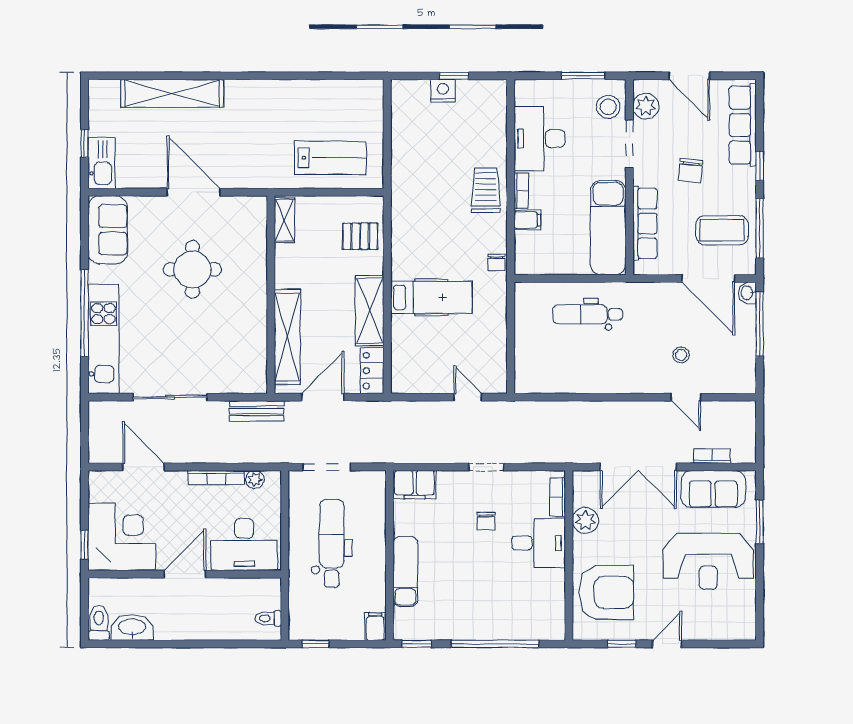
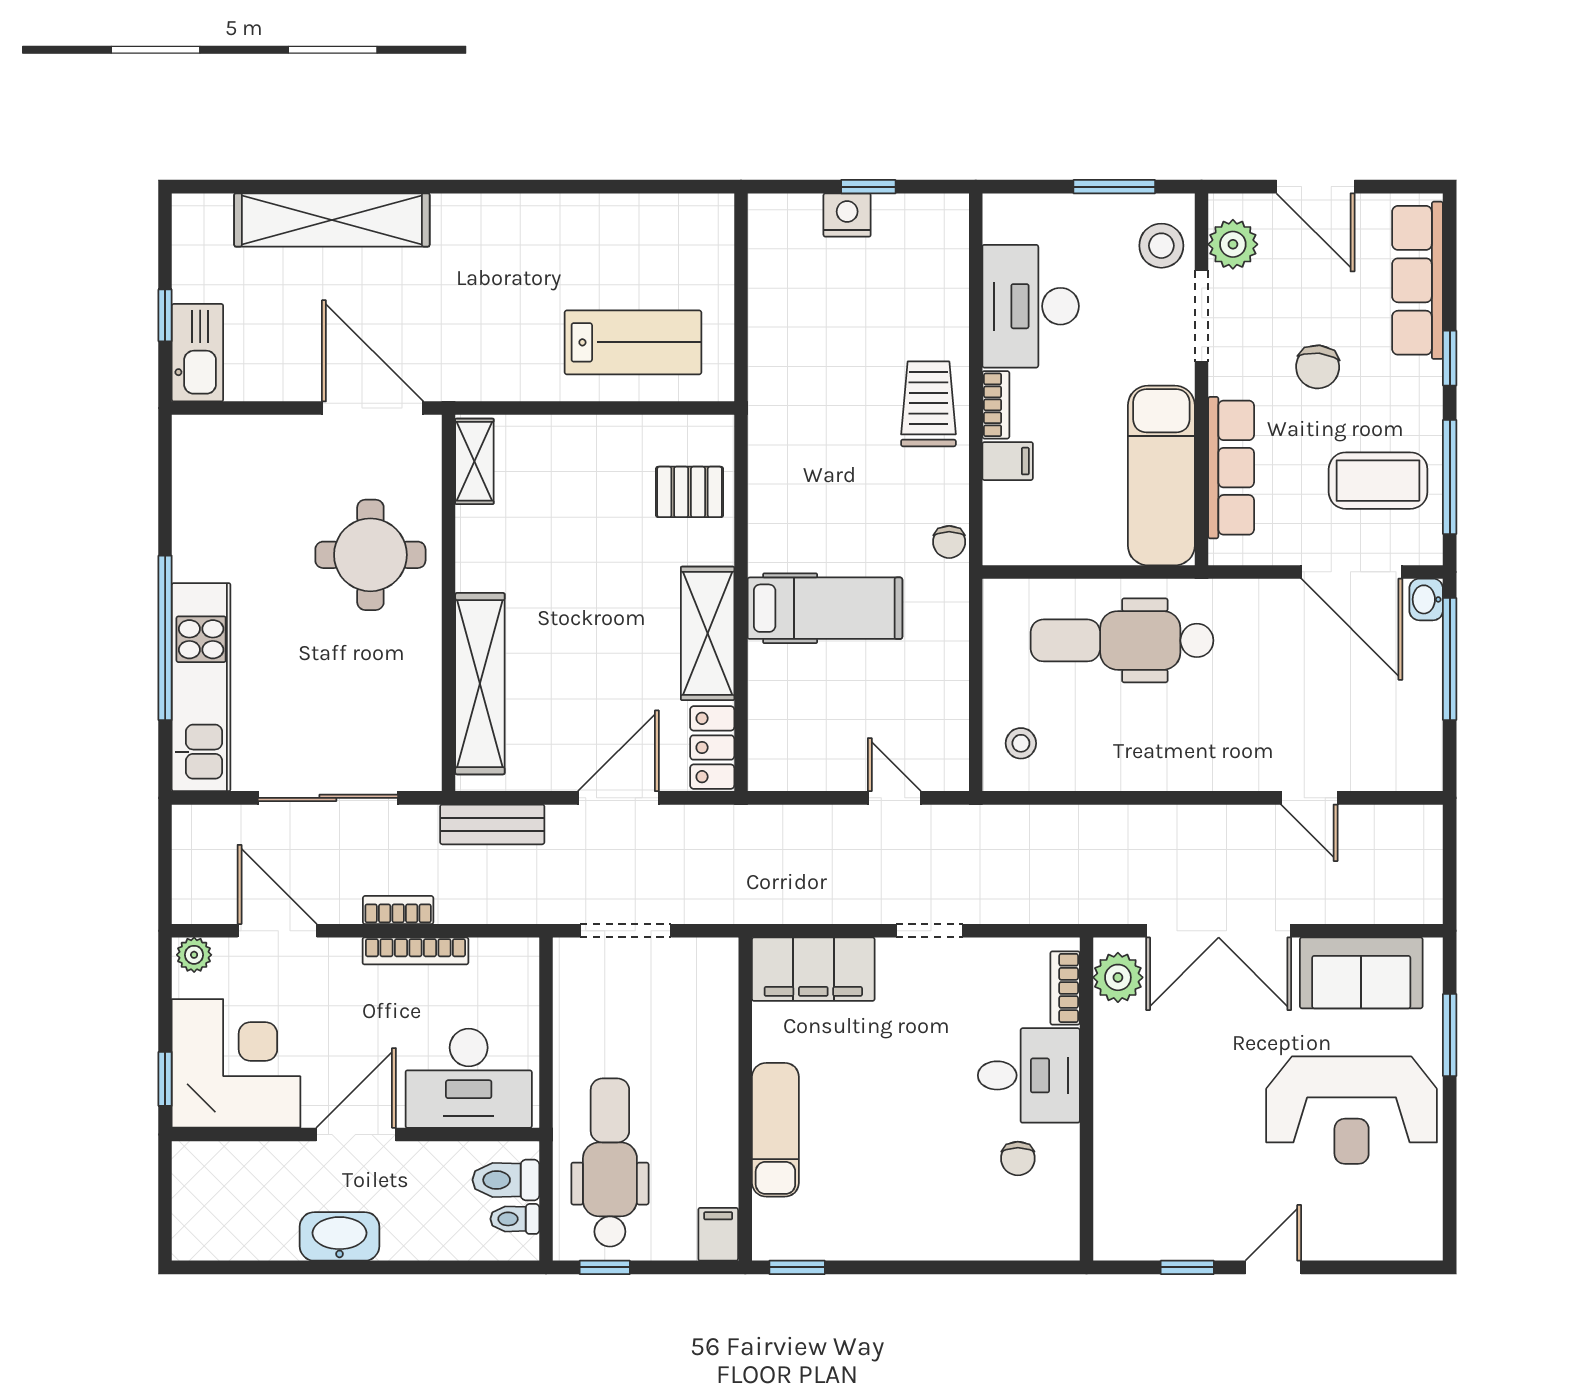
shelving: (284, 220) -> (474, 461), moved
sofa: (108, 230) -> (209, 480), removed
wall: (271, 295) -> (449, 603), moved
dental chair: (587, 314) -> (1122, 640), width x1.36, depth x1.38
shelving: (287, 337) -> (480, 684), moved
stool: (681, 355) -> (1021, 743), moved
bookcase: (712, 456) -> (398, 910), moved
plant: (255, 480) -> (194, 955), moved
filing cabinet: (414, 485) -> (813, 969), width x1.50, depth x1.17
plant: (585, 520) -> (1118, 977), moved
chair: (486, 521) -> (1018, 1158), moved
dental chair: (332, 543) -> (610, 1163), moved
armchair: (606, 592) -> (1158, 1169), removed
toilet: (99, 623) -> (506, 1180), moved, turned -90
washbasin: (132, 628) -> (340, 1236), moved
window: (495, 644) -> (946, 1267), removed

